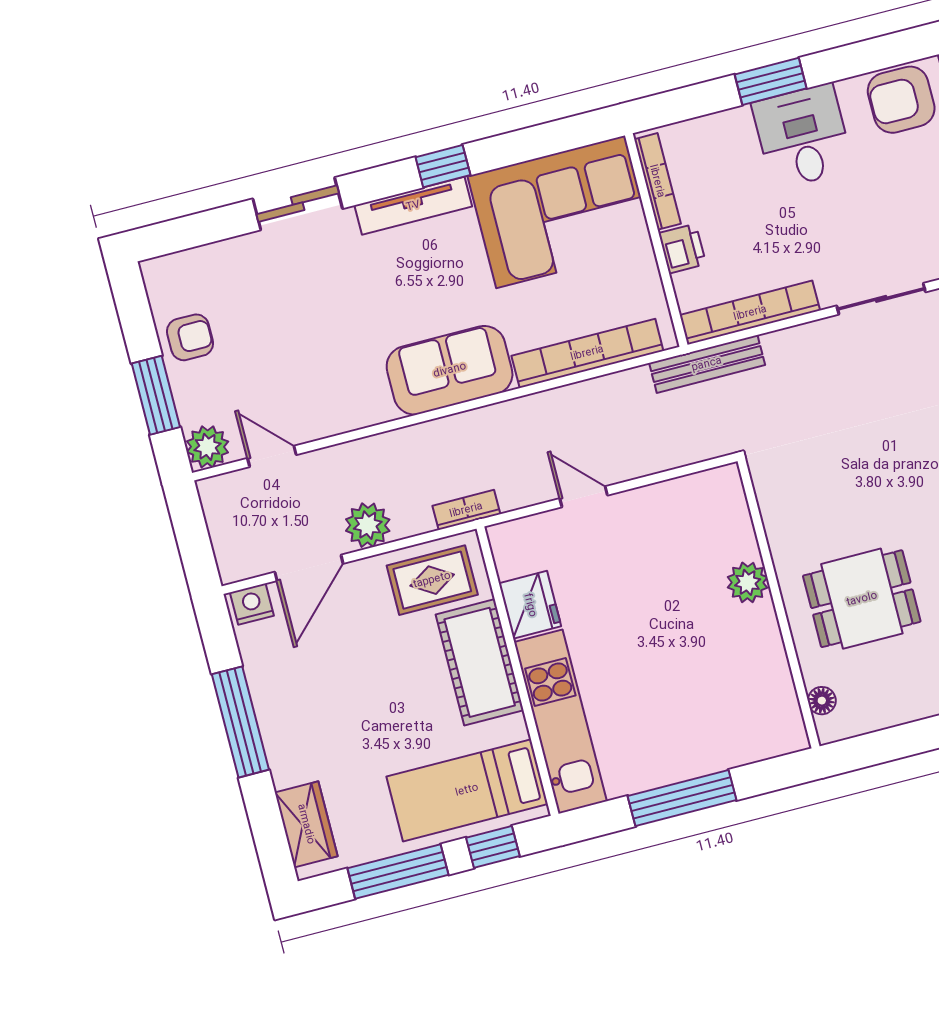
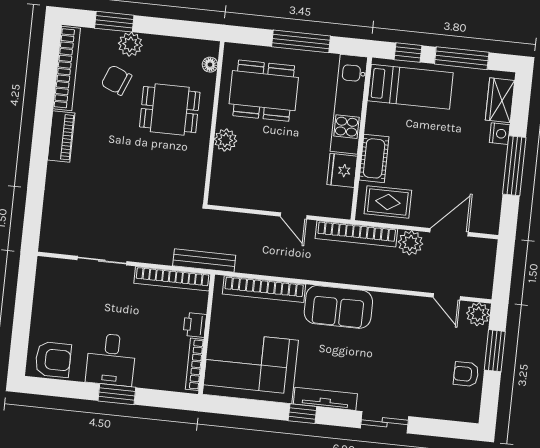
bookcase: (466, 510) -> (356, 234), width x2.31, depth x1.31
nightstand: (252, 604) -> (500, 134), moved, turned -90
cot: (480, 662) -> (374, 158), width x0.73, depth x0.75
dining table: (714, 690) -> (264, 91), added

